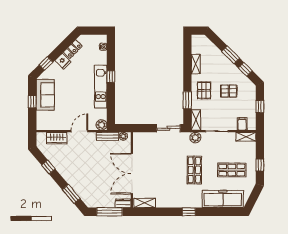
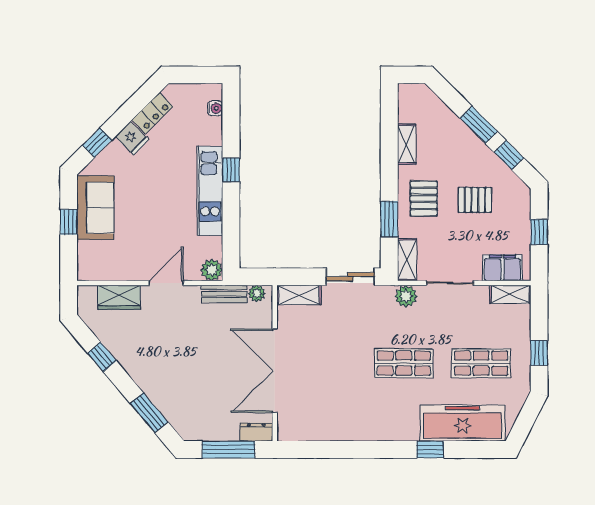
filing cabinet: (242, 124) -> (502, 268), width x2.00
shop shelf: (194, 170) -> (404, 363), turned 90
shelving: (145, 203) -> (299, 295), moved
window: (189, 212) -> (430, 450), moved

